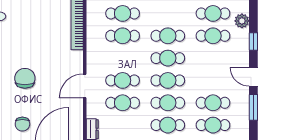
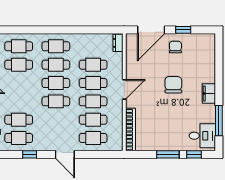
cafe table: (168, 36) -> (93, 101), moved
chair: (25, 78) -> (173, 85), turned 180
door: (85, 86) -> (124, 89), moved

